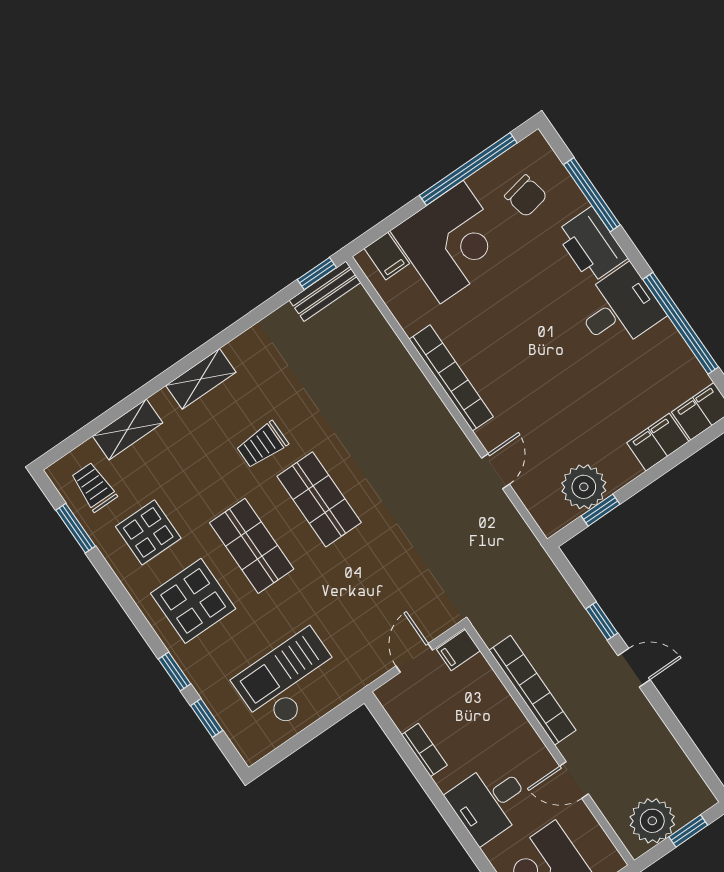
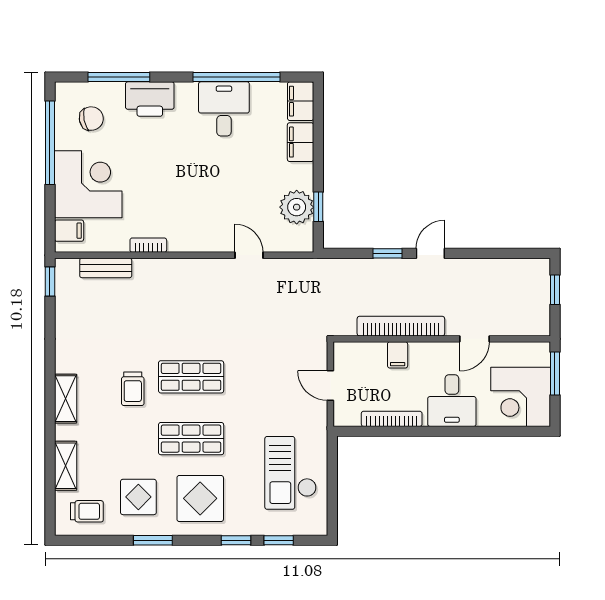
bench: (325, 291) -> (106, 268), moved, turned 90
desk: (619, 309) -> (224, 109), moved
bookcase: (451, 378) -> (148, 245), width x0.43, depth x0.76
trolley: (94, 487) -> (87, 511), turned 180
window: (76, 528) -> (153, 540), moved
filing cabinet: (458, 650) -> (398, 355), moved
bookcase: (424, 750) -> (392, 419), width x1.56
plant: (652, 821) -> (533, 308), removed

